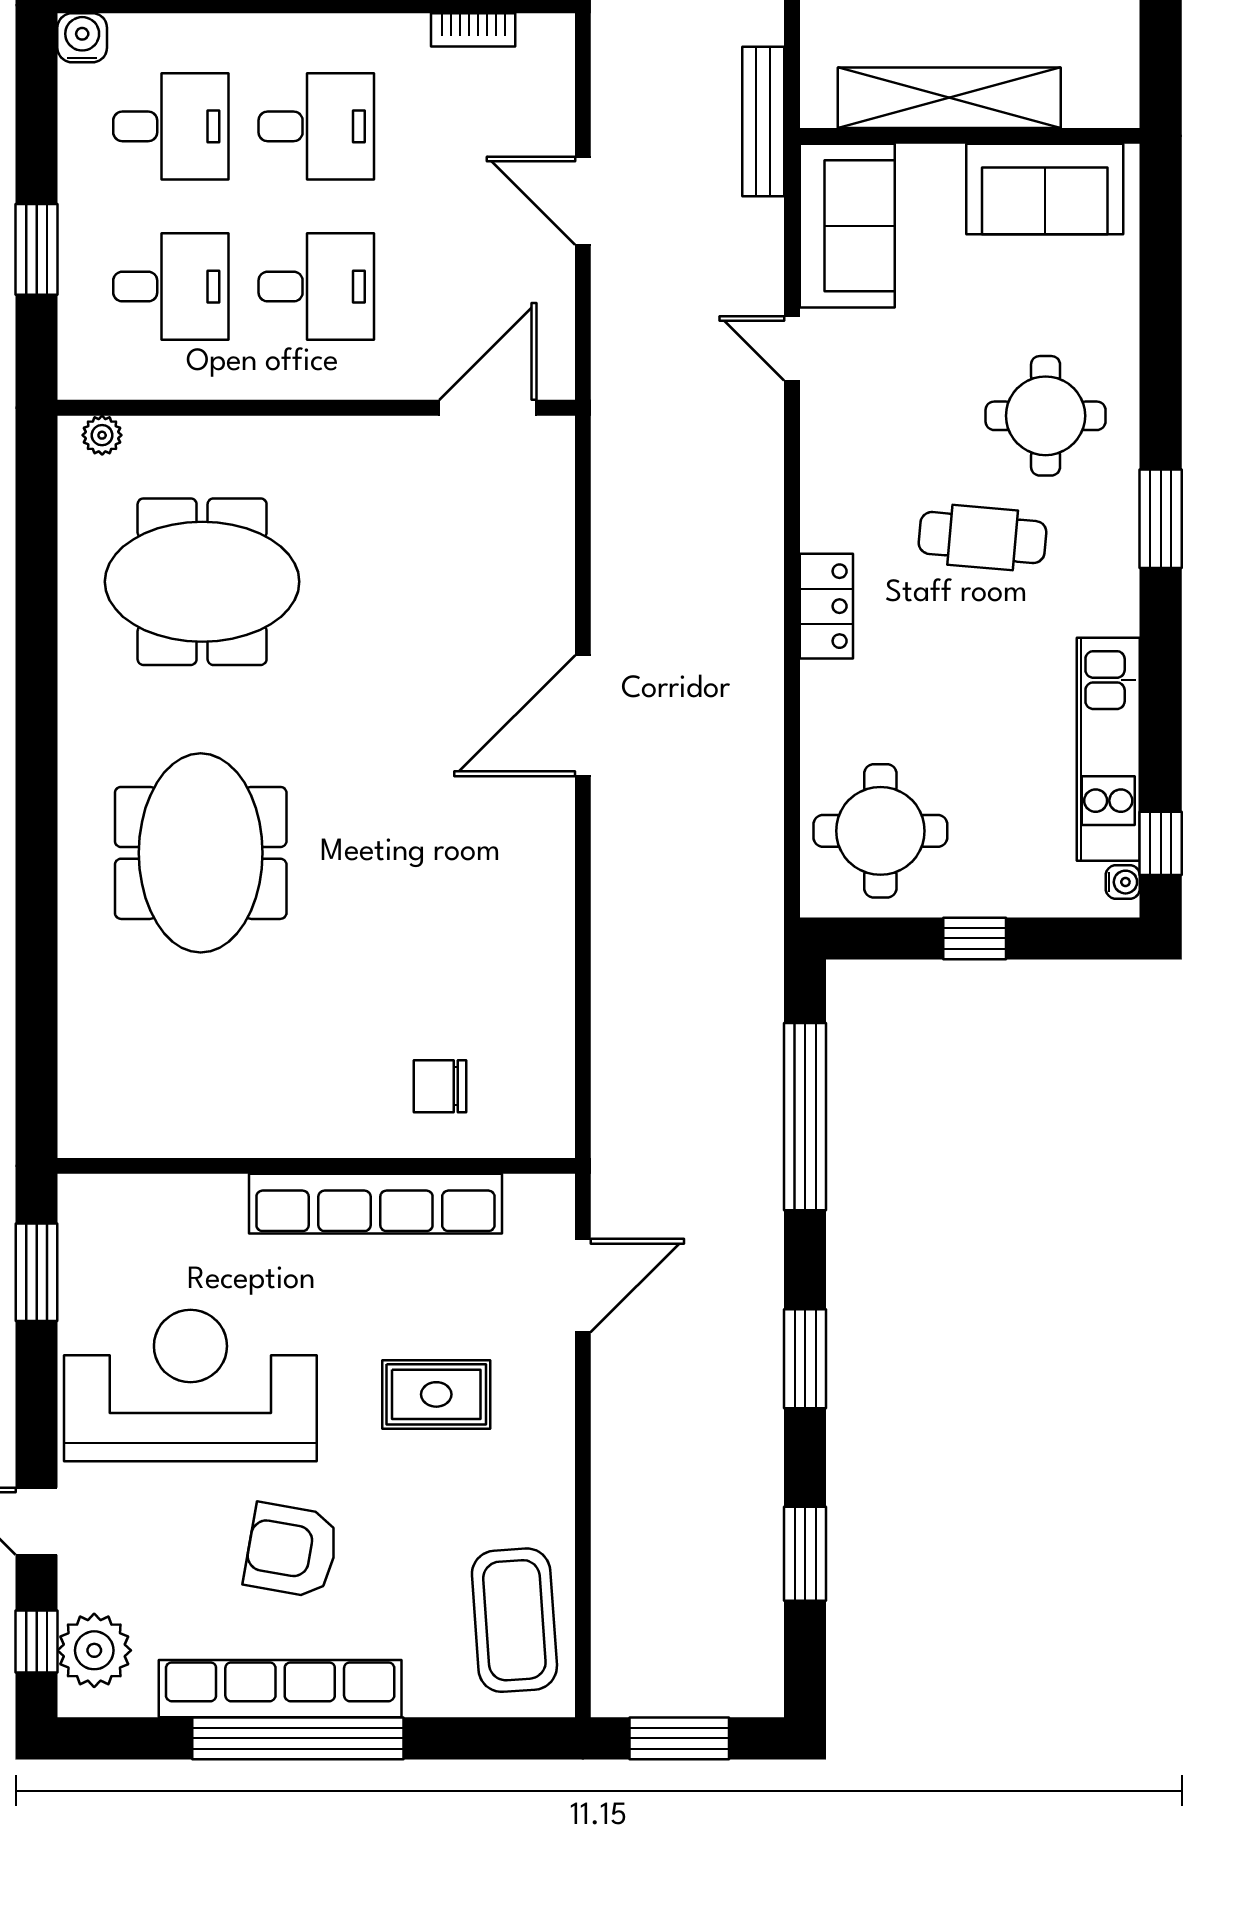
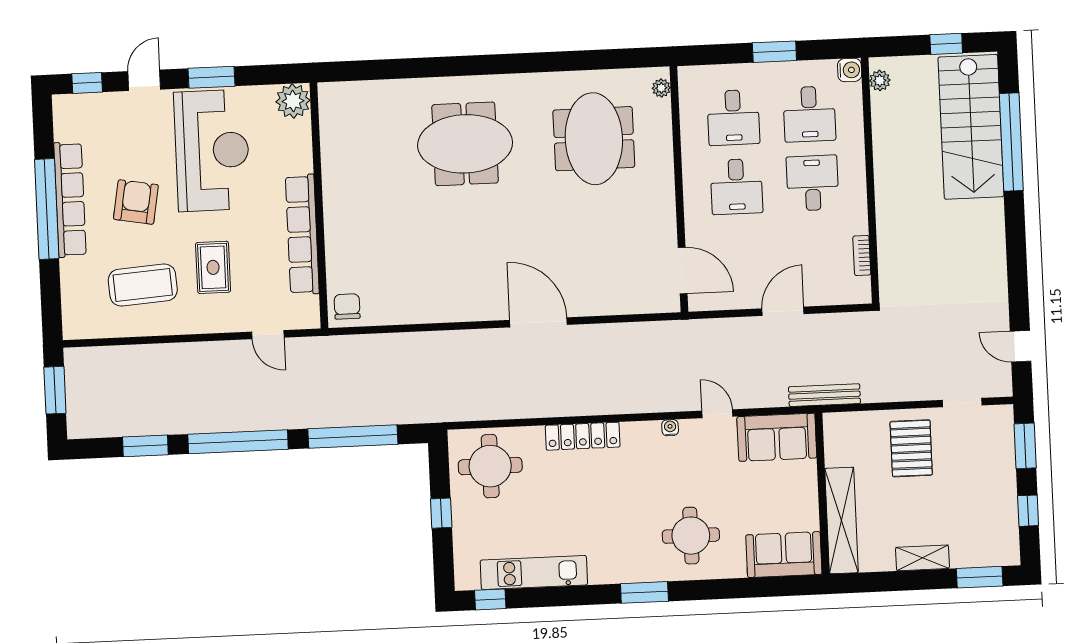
shelving: (949, 98) -> (841, 521), moved
desk: (316, 126) -> (813, 183), turned 180
sofa: (1045, 189) -> (784, 555), moved, turned 90
window: (37, 249) -> (774, 52), moved
door: (792, 348) -> (717, 414), hinge flipped
cafe table: (983, 538) -> (632, 508), removed
locker: (826, 606) -> (583, 436), width x1.53
water cooler: (1123, 882) -> (670, 428), moved, turned 180
chair: (440, 1086) -> (347, 306), moved
window: (37, 1272) -> (211, 77), moved
door: (583, 1285) -> (268, 335), width x0.73
window: (805, 1359) -> (238, 442), width x2.11
coffee table: (514, 1620) -> (143, 285), moved
plant: (94, 1650) -> (293, 101), moved

